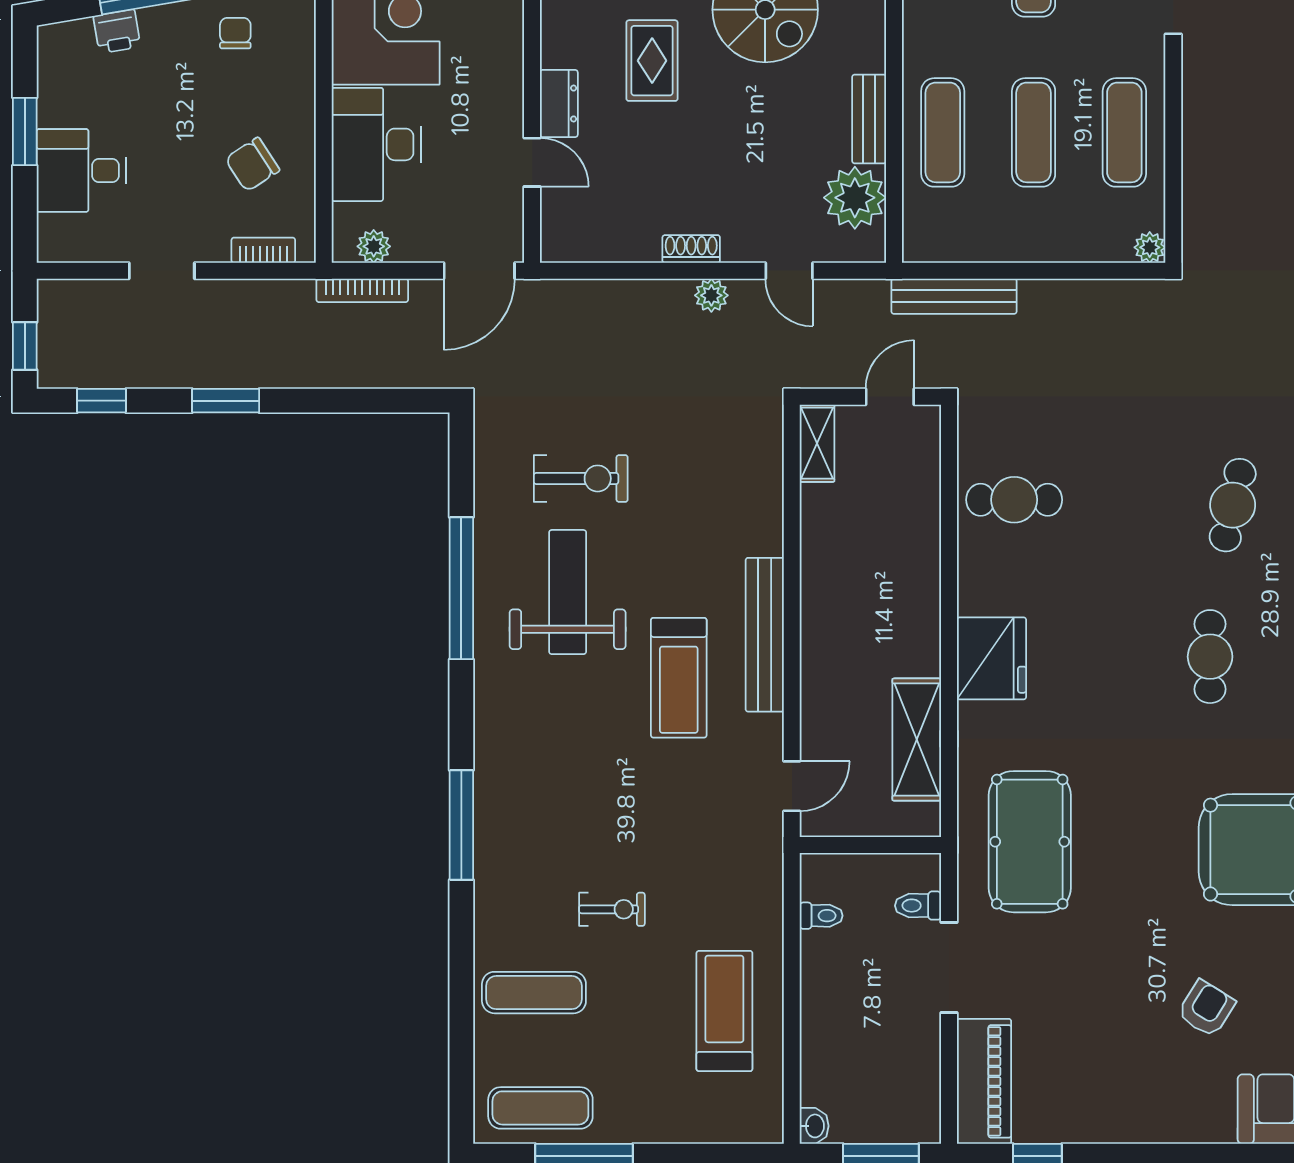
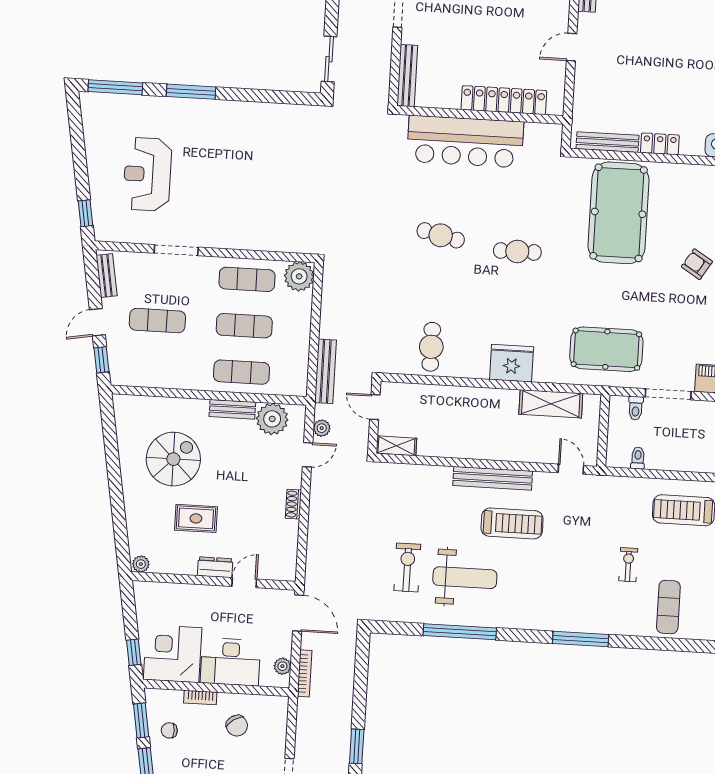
plant: (1150, 247) -> (299, 276), width x1.87, depth x1.87
bookcase: (263, 250) -> (200, 698), moved, turned -90
plant: (711, 295) -> (322, 428), moved
weight bench: (568, 592) -> (465, 578), turned 180

